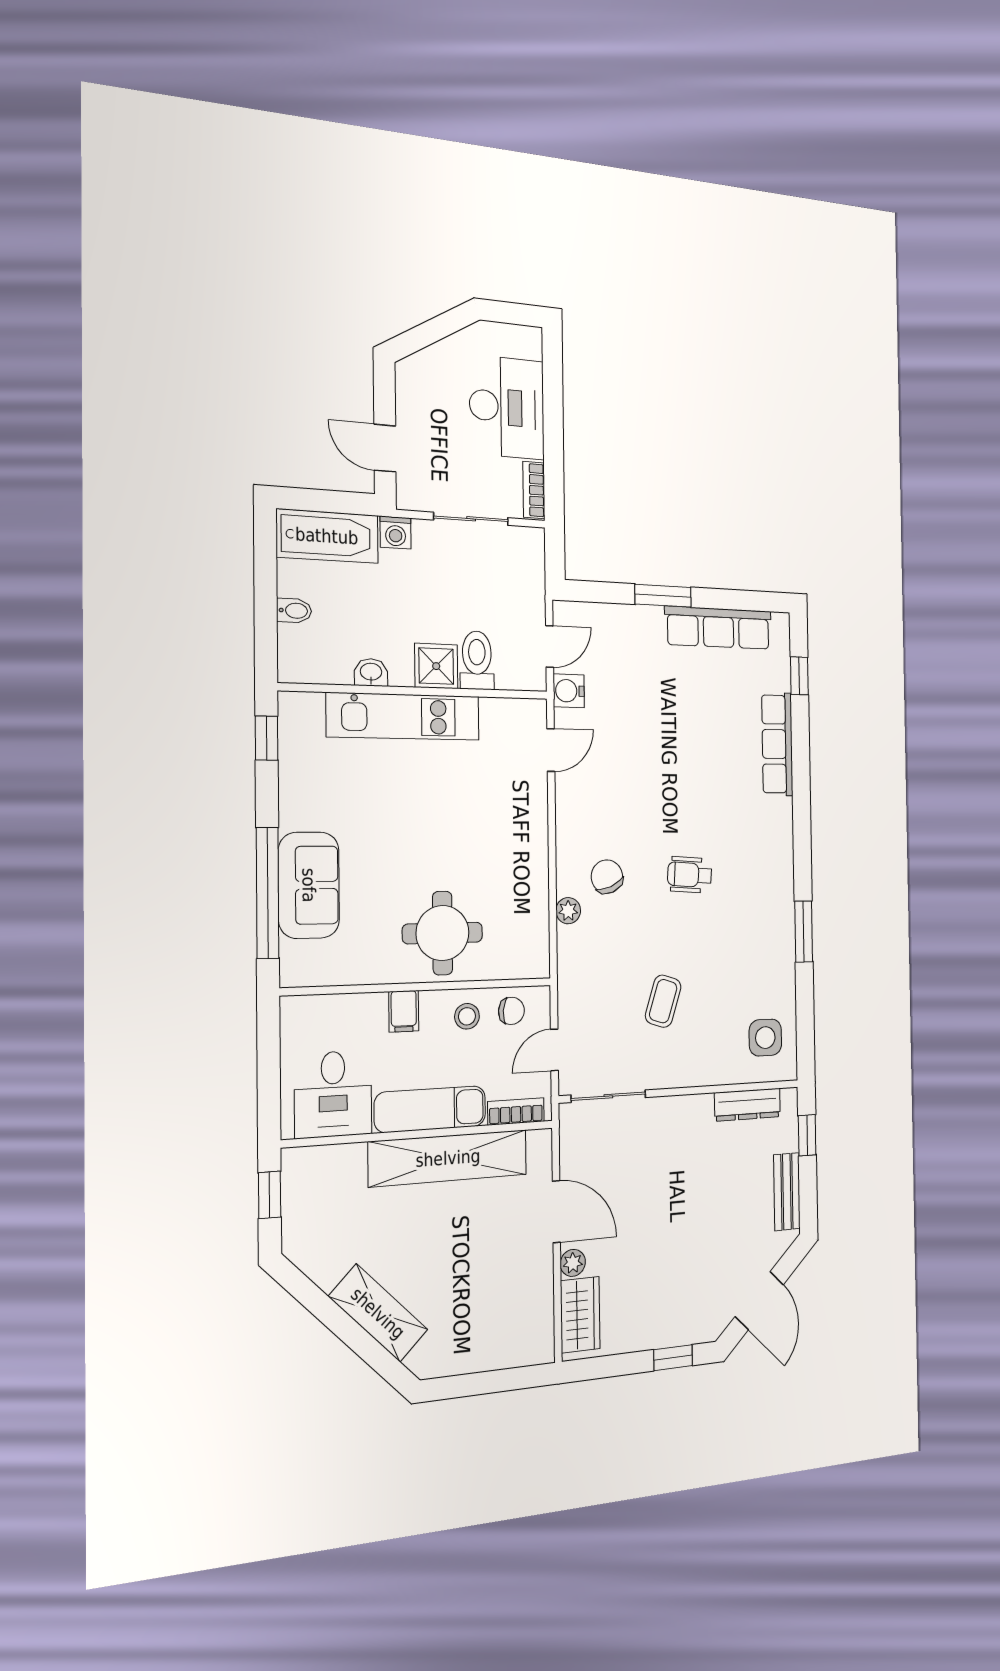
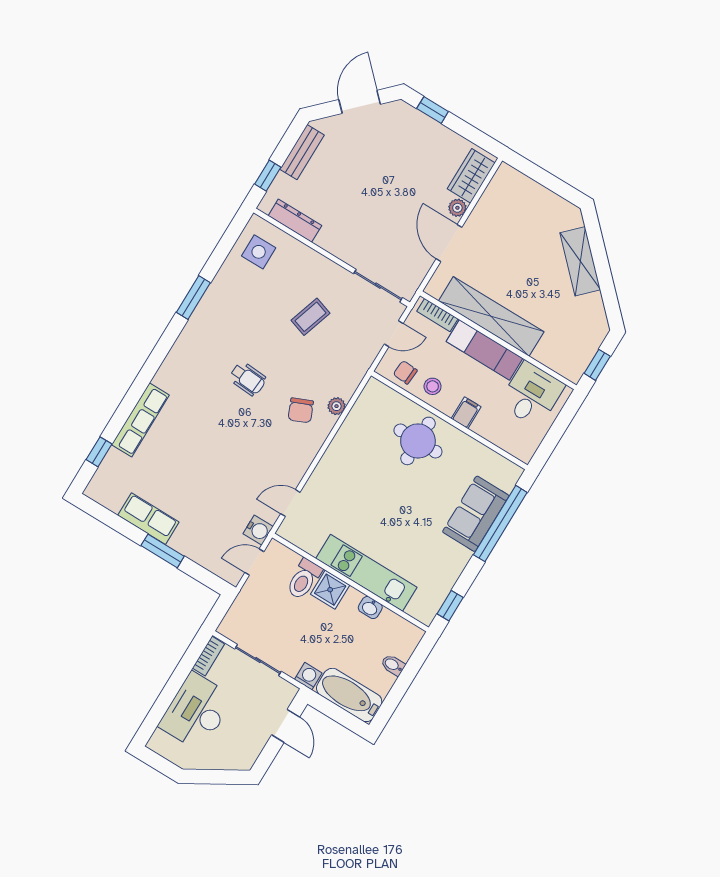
row of seats: (718, 628) -> (148, 519), width x0.68

